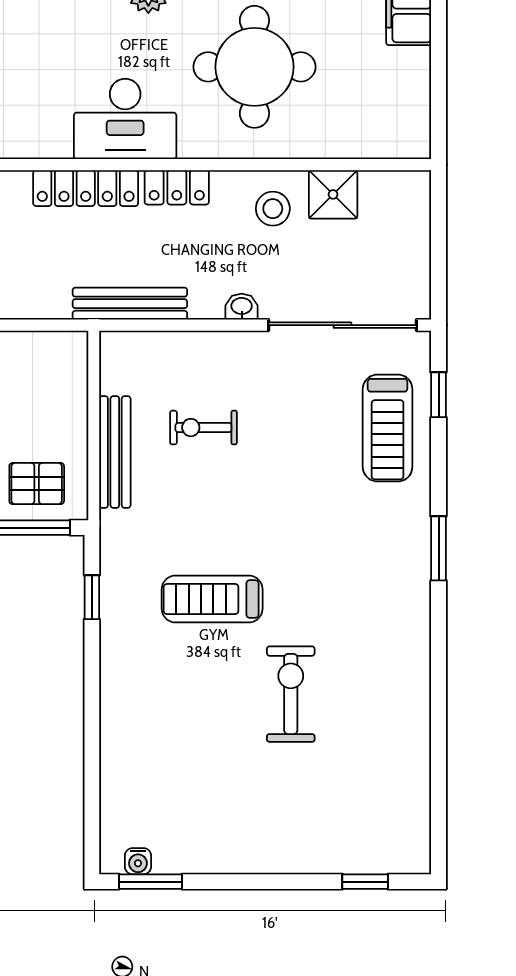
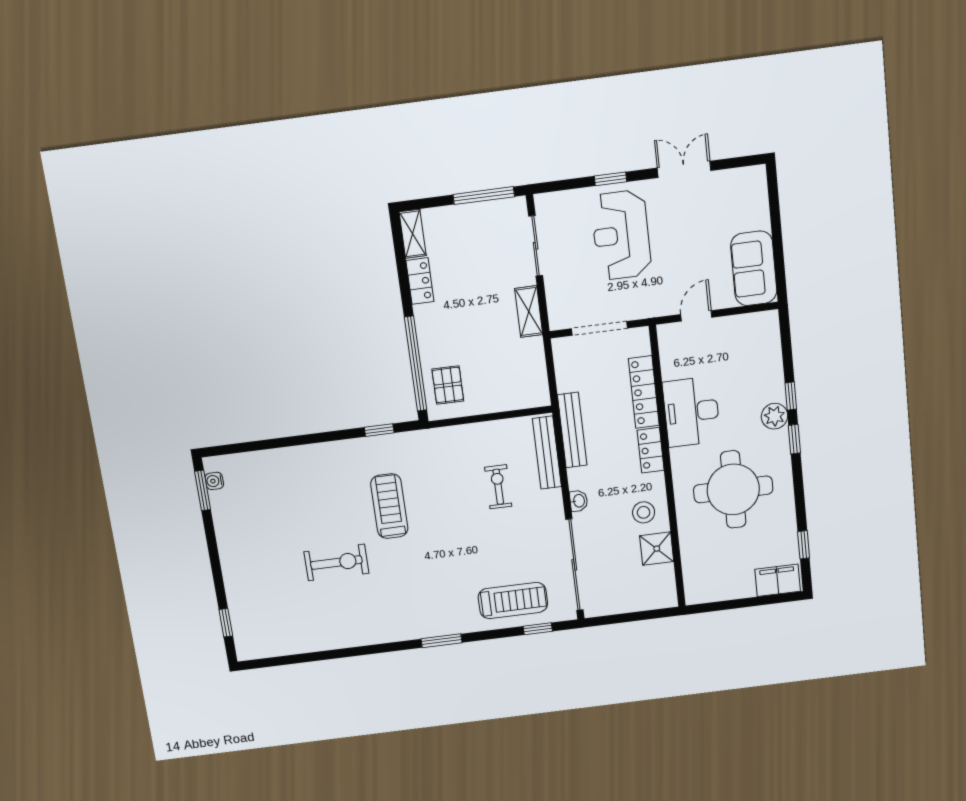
treadmill: (388, 428) -> (513, 600), turned 180
bench: (115, 452) -> (547, 453), moved, turned 90

